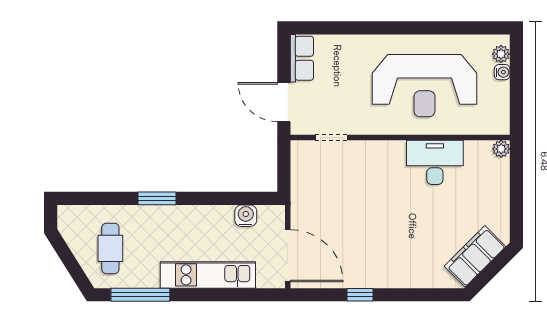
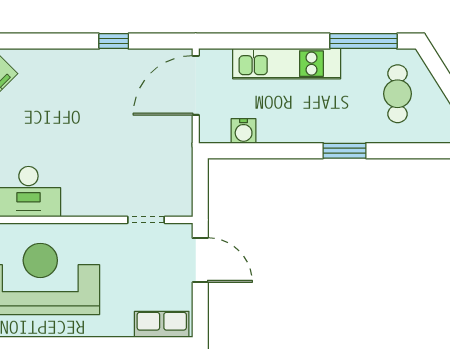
row of seats: (302, 58) -> (162, 324), moved, turned 90
door: (288, 256) -> (196, 85), hinge flipped

